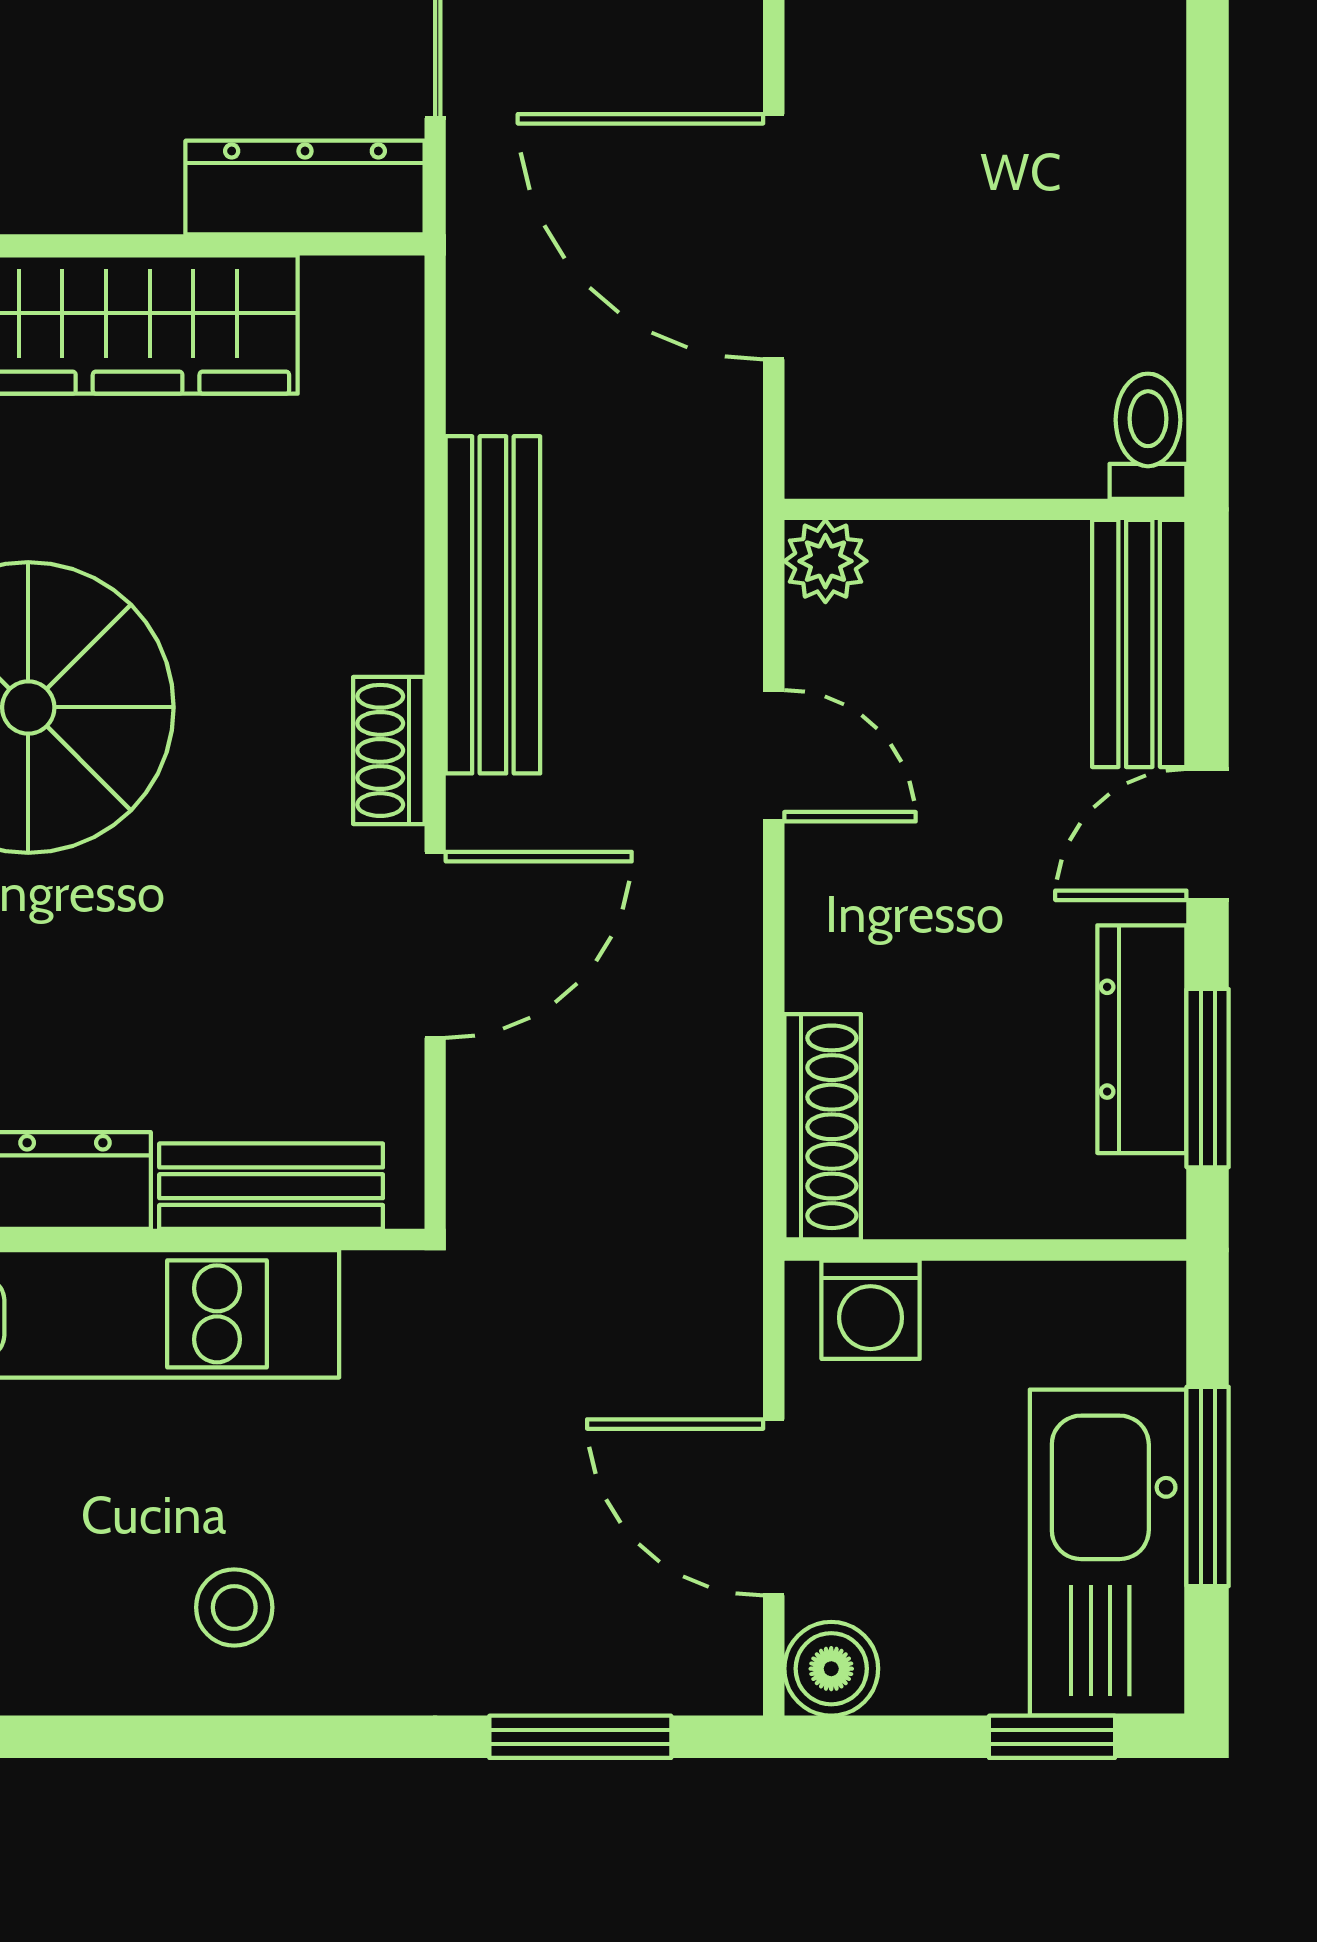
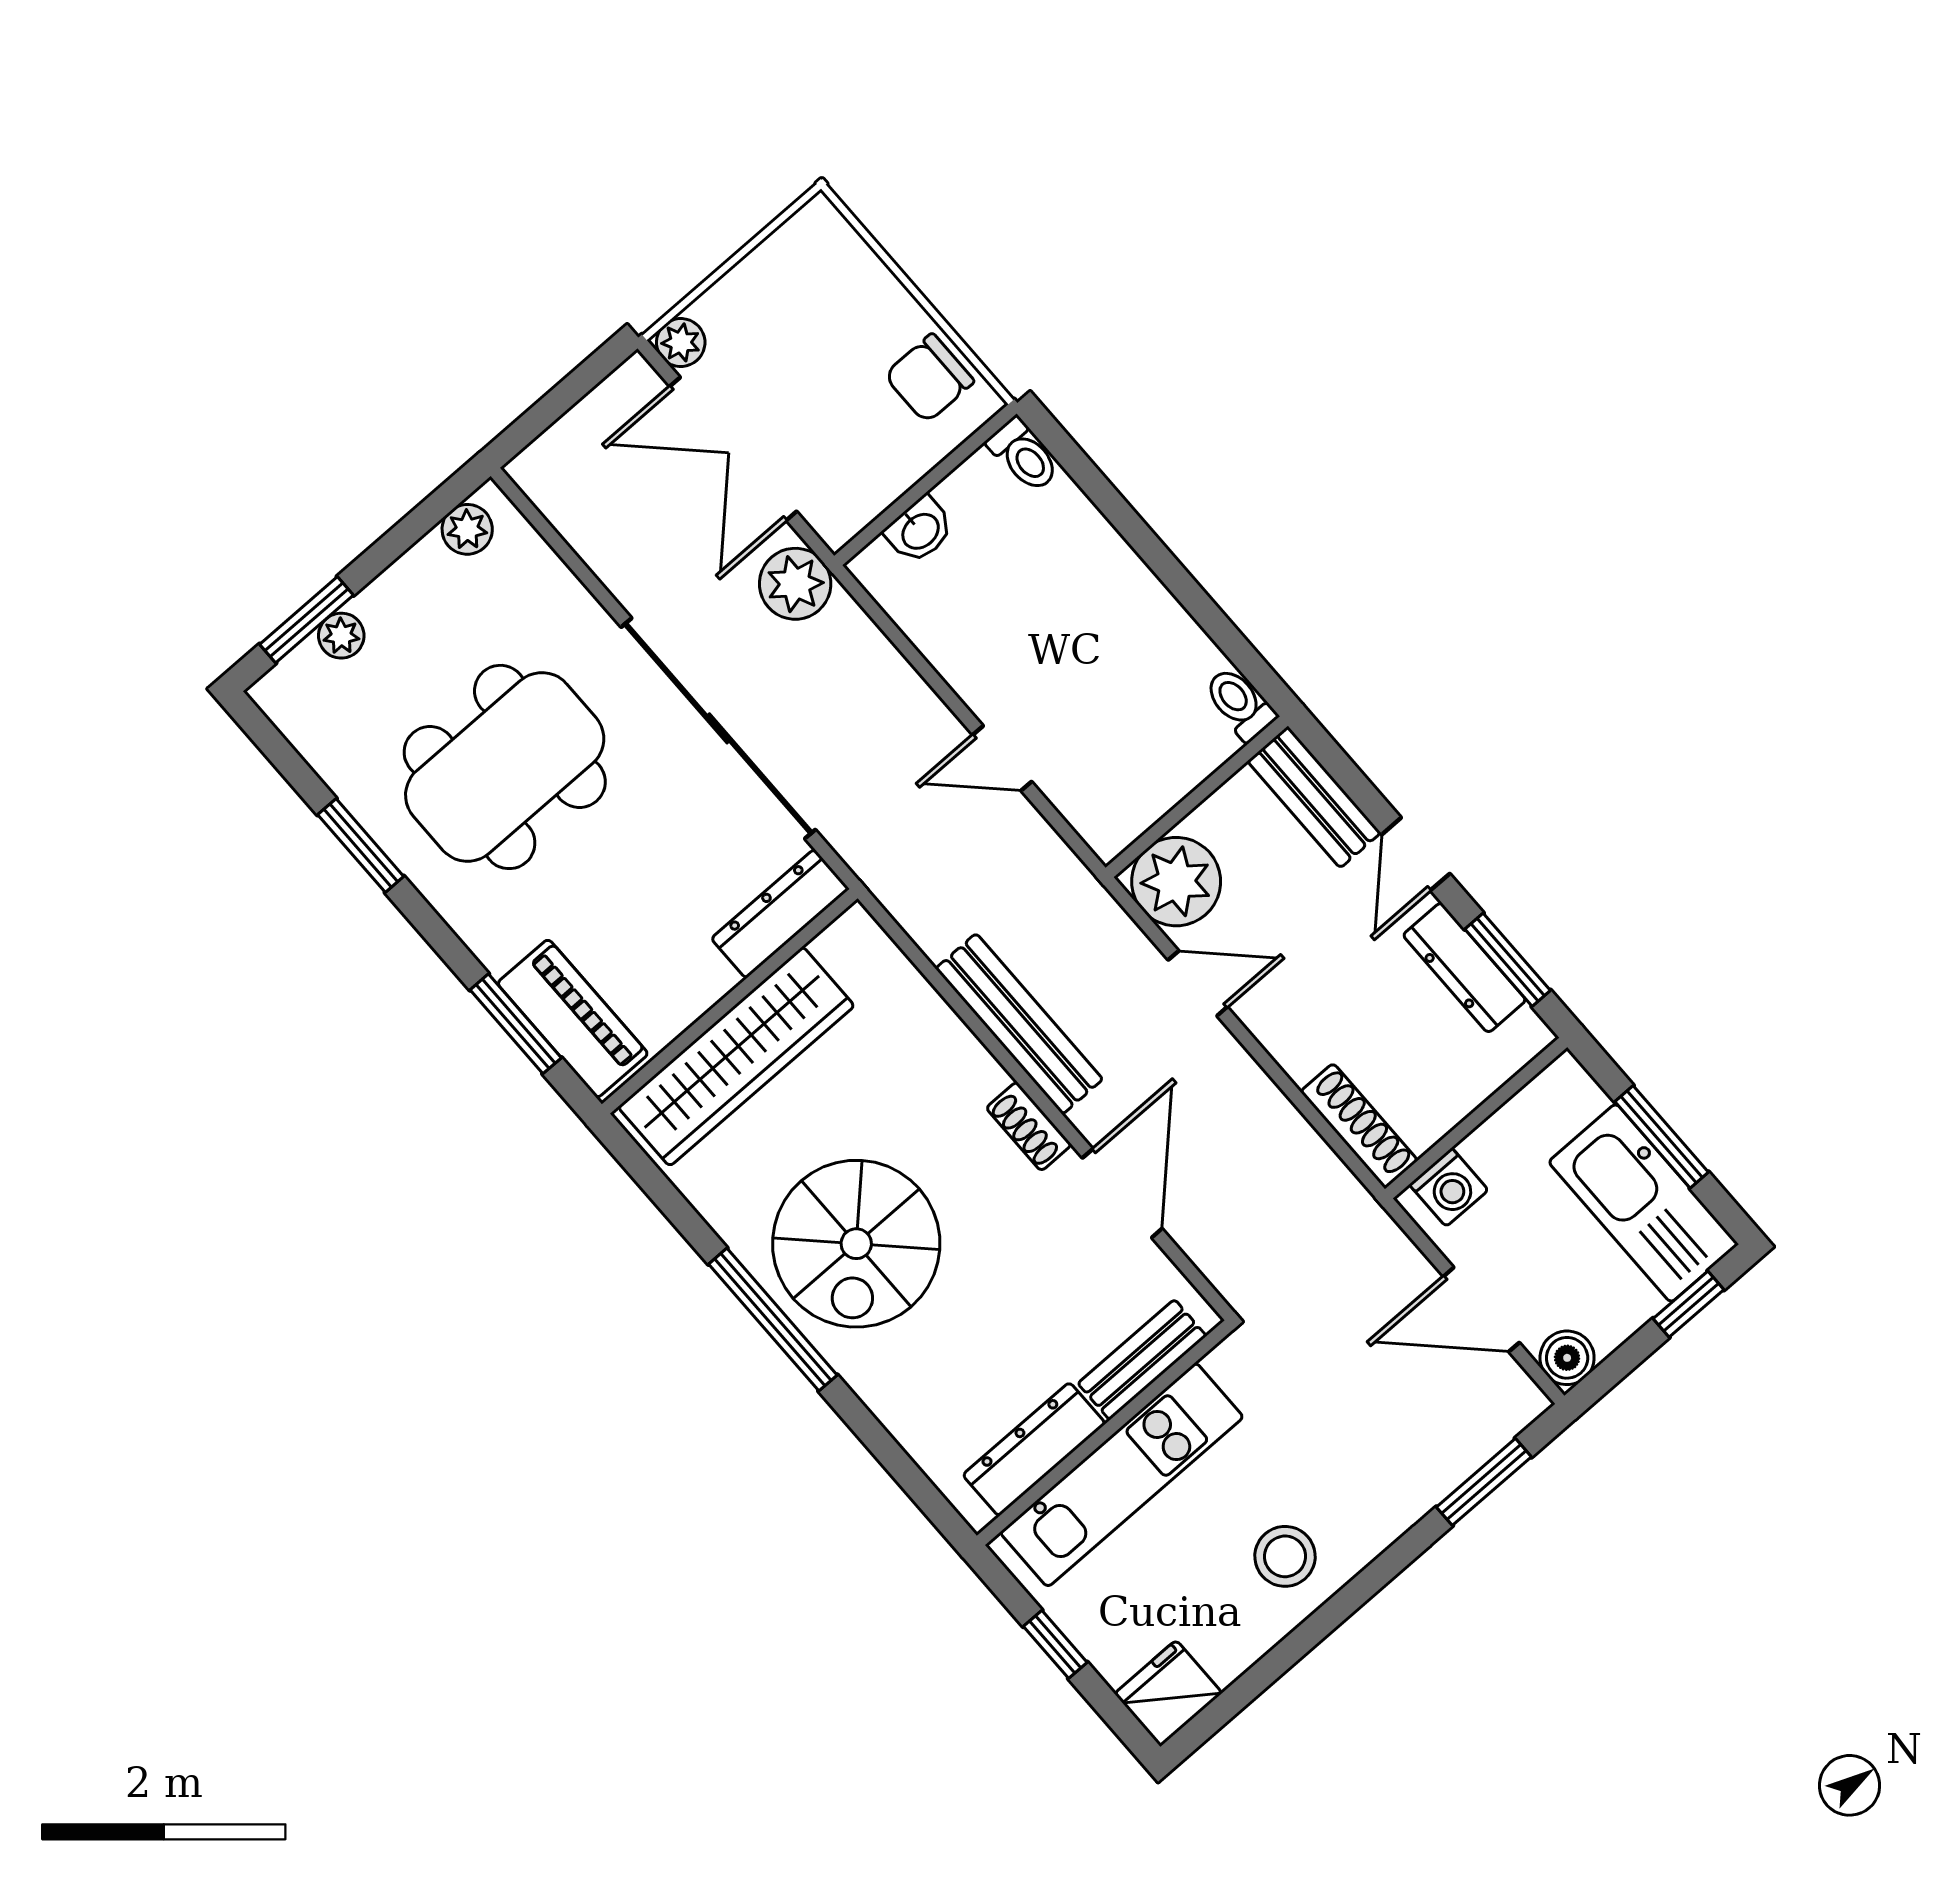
door: (774, 237) -> (1002, 758), width x0.53
plant: (825, 561) -> (1176, 882), width x1.87, depth x1.87
stool: (234, 1607) -> (1285, 1556), width x1.37, depth x1.37

